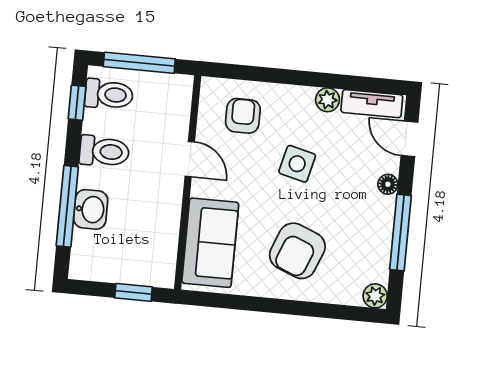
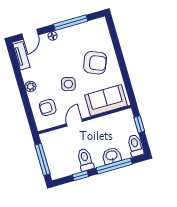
toilet: (109, 94) -> (135, 146), moved
plant: (328, 100) -> (30, 86), moved
window: (77, 103) -> (80, 176), moved
side table: (297, 164) -> (68, 84), moved
plant: (375, 296) -> (101, 23), removed

